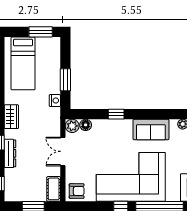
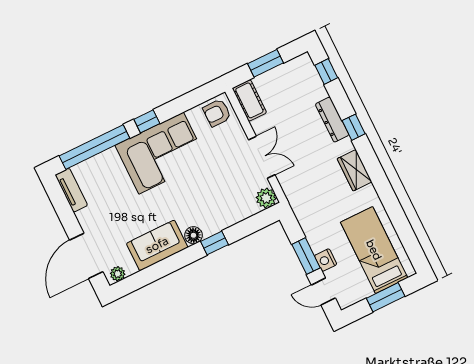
window: (41, 32) -> (386, 297), moved
door: (65, 54) -> (323, 291), added
nightstand: (55, 101) -> (326, 260), moved
floor lamp: (86, 125) -> (193, 235), moved
corner sofa: (131, 177) -> (161, 153), width x0.73, depth x0.74

